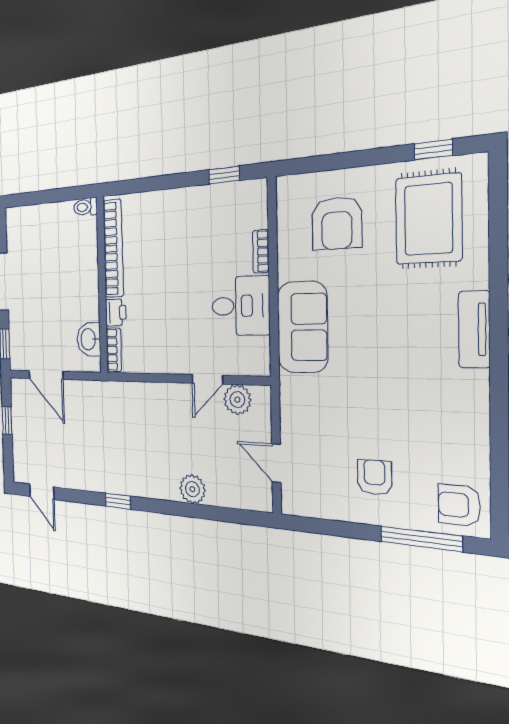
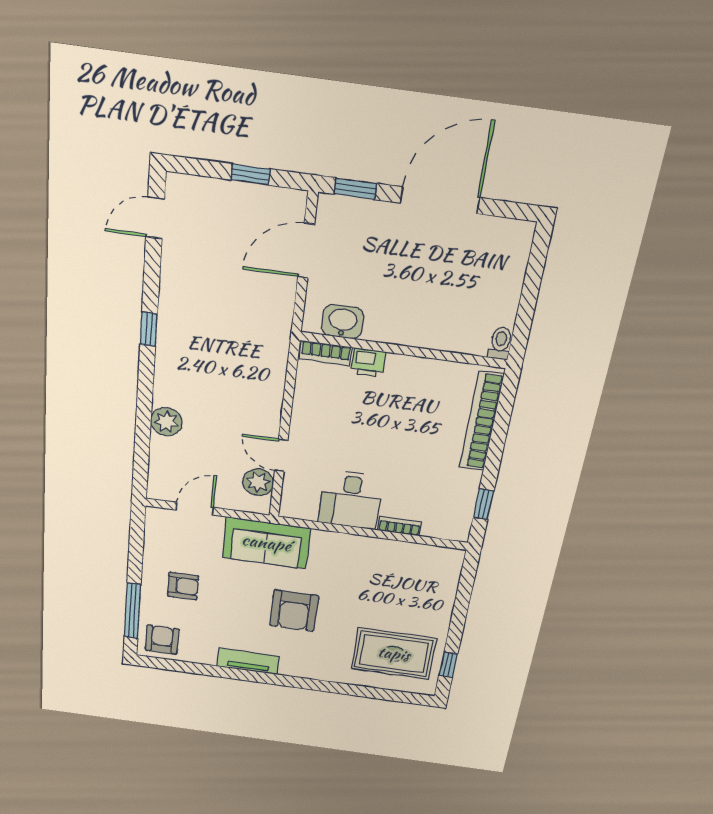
armchair: (337, 223) -> (294, 611), moved, turned -90
bookcase: (113, 249) -> (481, 421), moved, turned 90
sofa: (302, 327) -> (266, 543), moved
tv unit: (474, 329) -> (248, 661), moved

